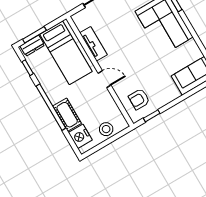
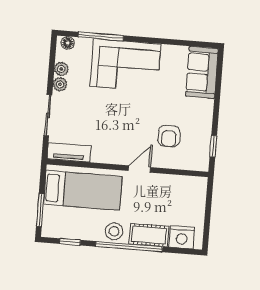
tv unit: (94, 44) -> (69, 152), moved
dresser: (32, 46) -> (50, 221), removed
armchair: (139, 99) -> (169, 136), moved
stool: (106, 129) -> (114, 231), moved

